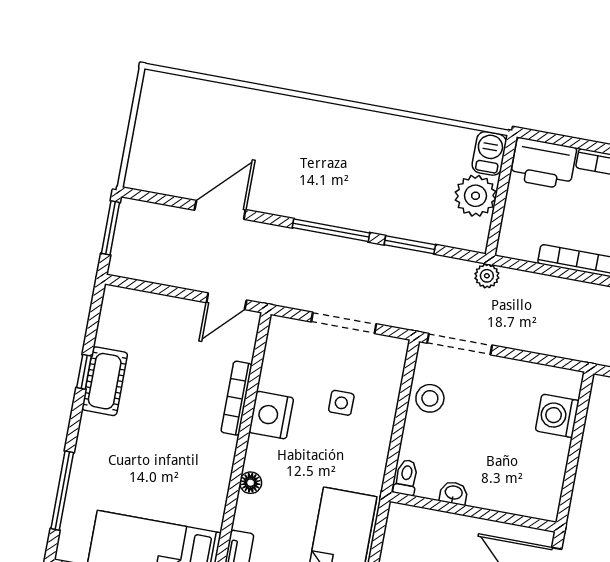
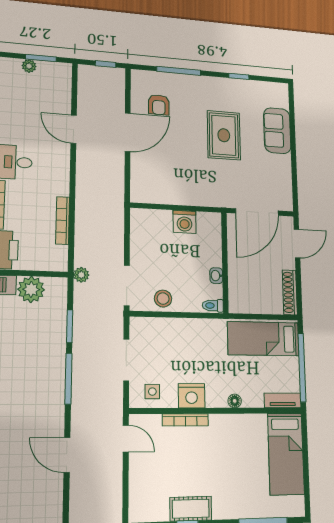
side table: (341, 403) -> (152, 392), moved
washing machine: (557, 416) -> (185, 222), moved

